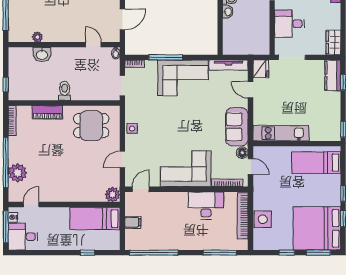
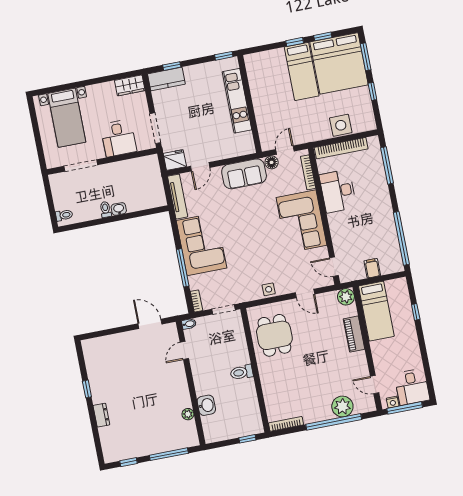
piano: (47, 112) -> (354, 334), moved, turned 180
kitchen unit: (281, 133) -> (237, 101), moved
bed: (316, 163) -> (302, 71), moved

